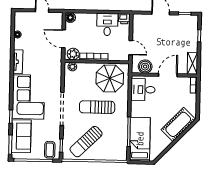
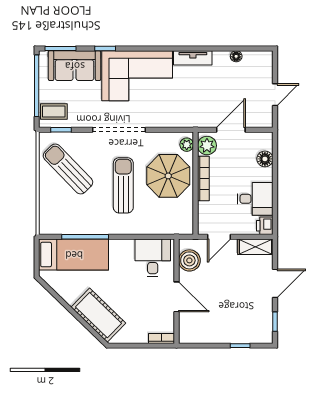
floor lamp: (70, 18) -> (265, 159), moved
shelving: (192, 63) -> (255, 247), moved
parasol: (110, 78) -> (168, 176), moved

